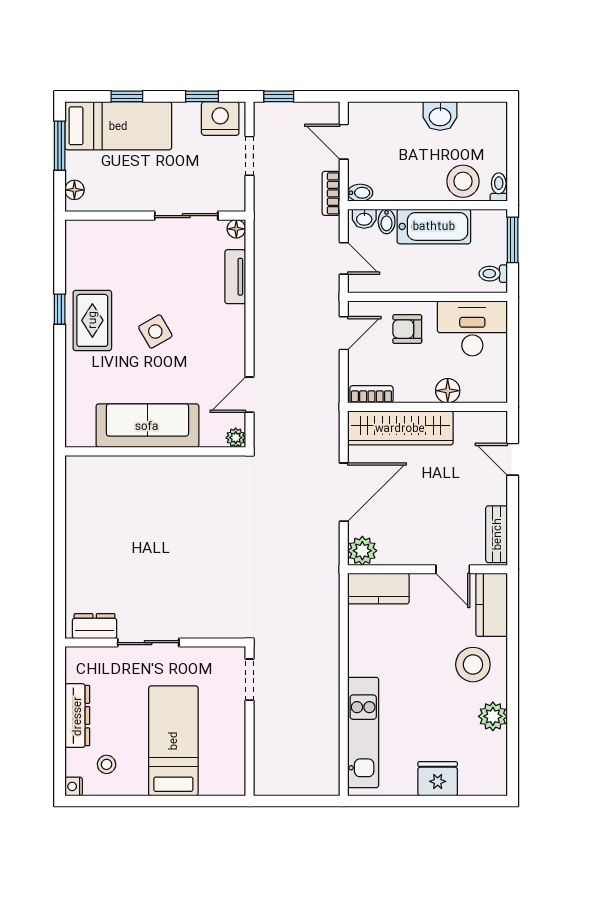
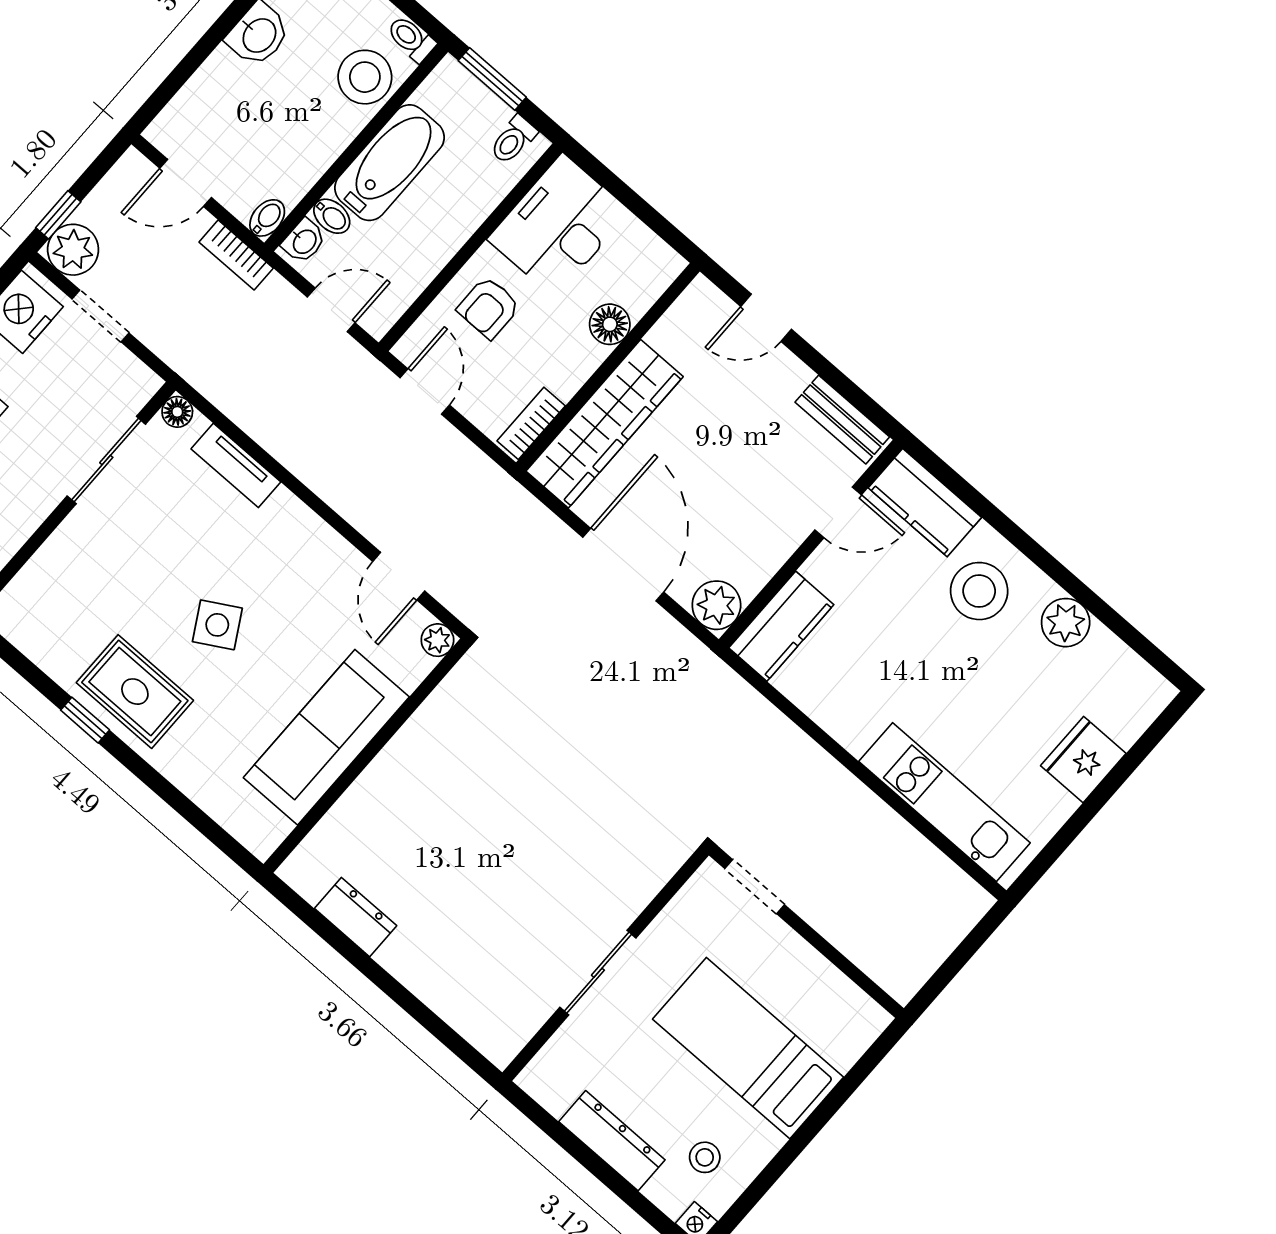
plant: (269, 117) -> (73, 250), added
dresser: (95, 626) -> (356, 917), moved, turned 90

